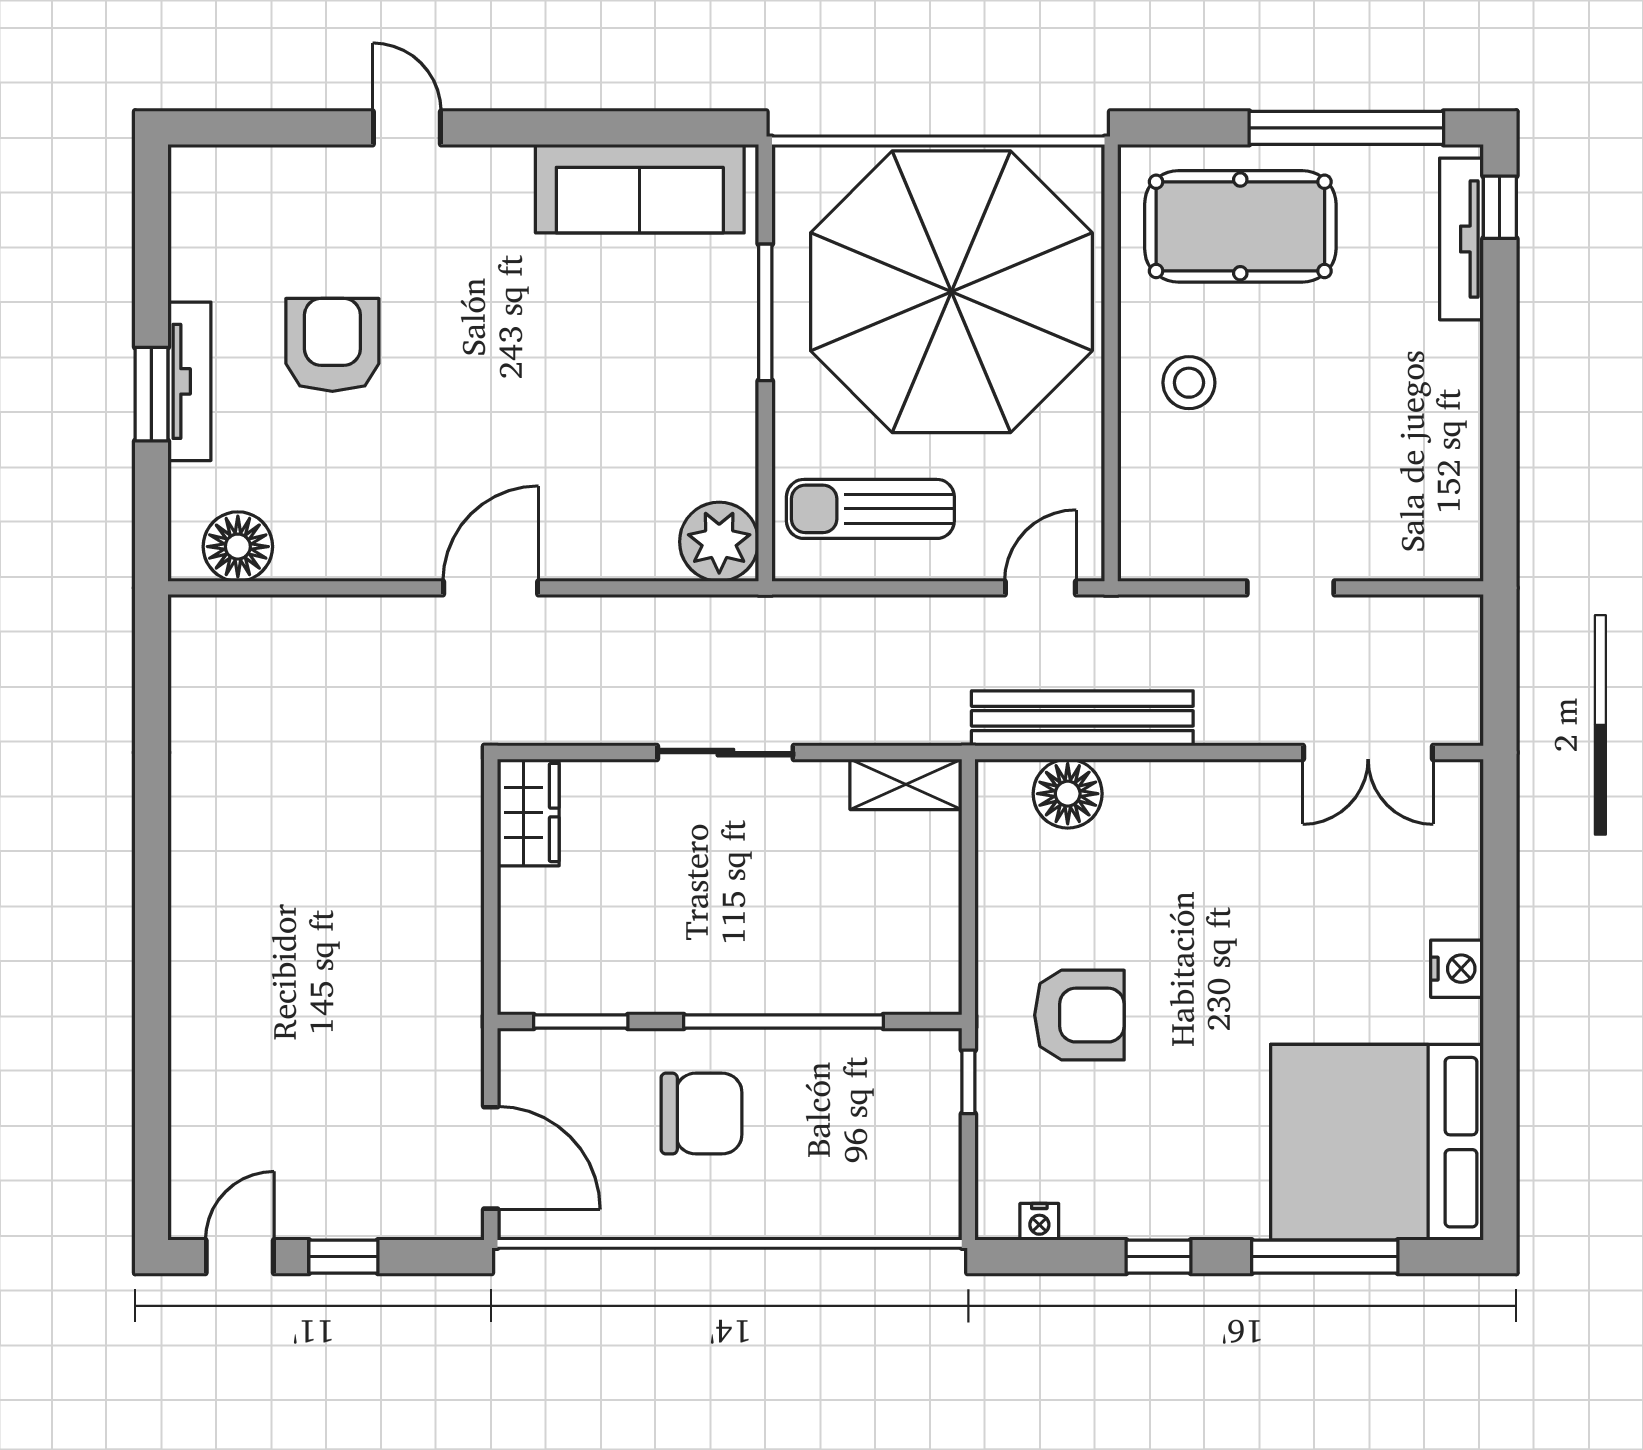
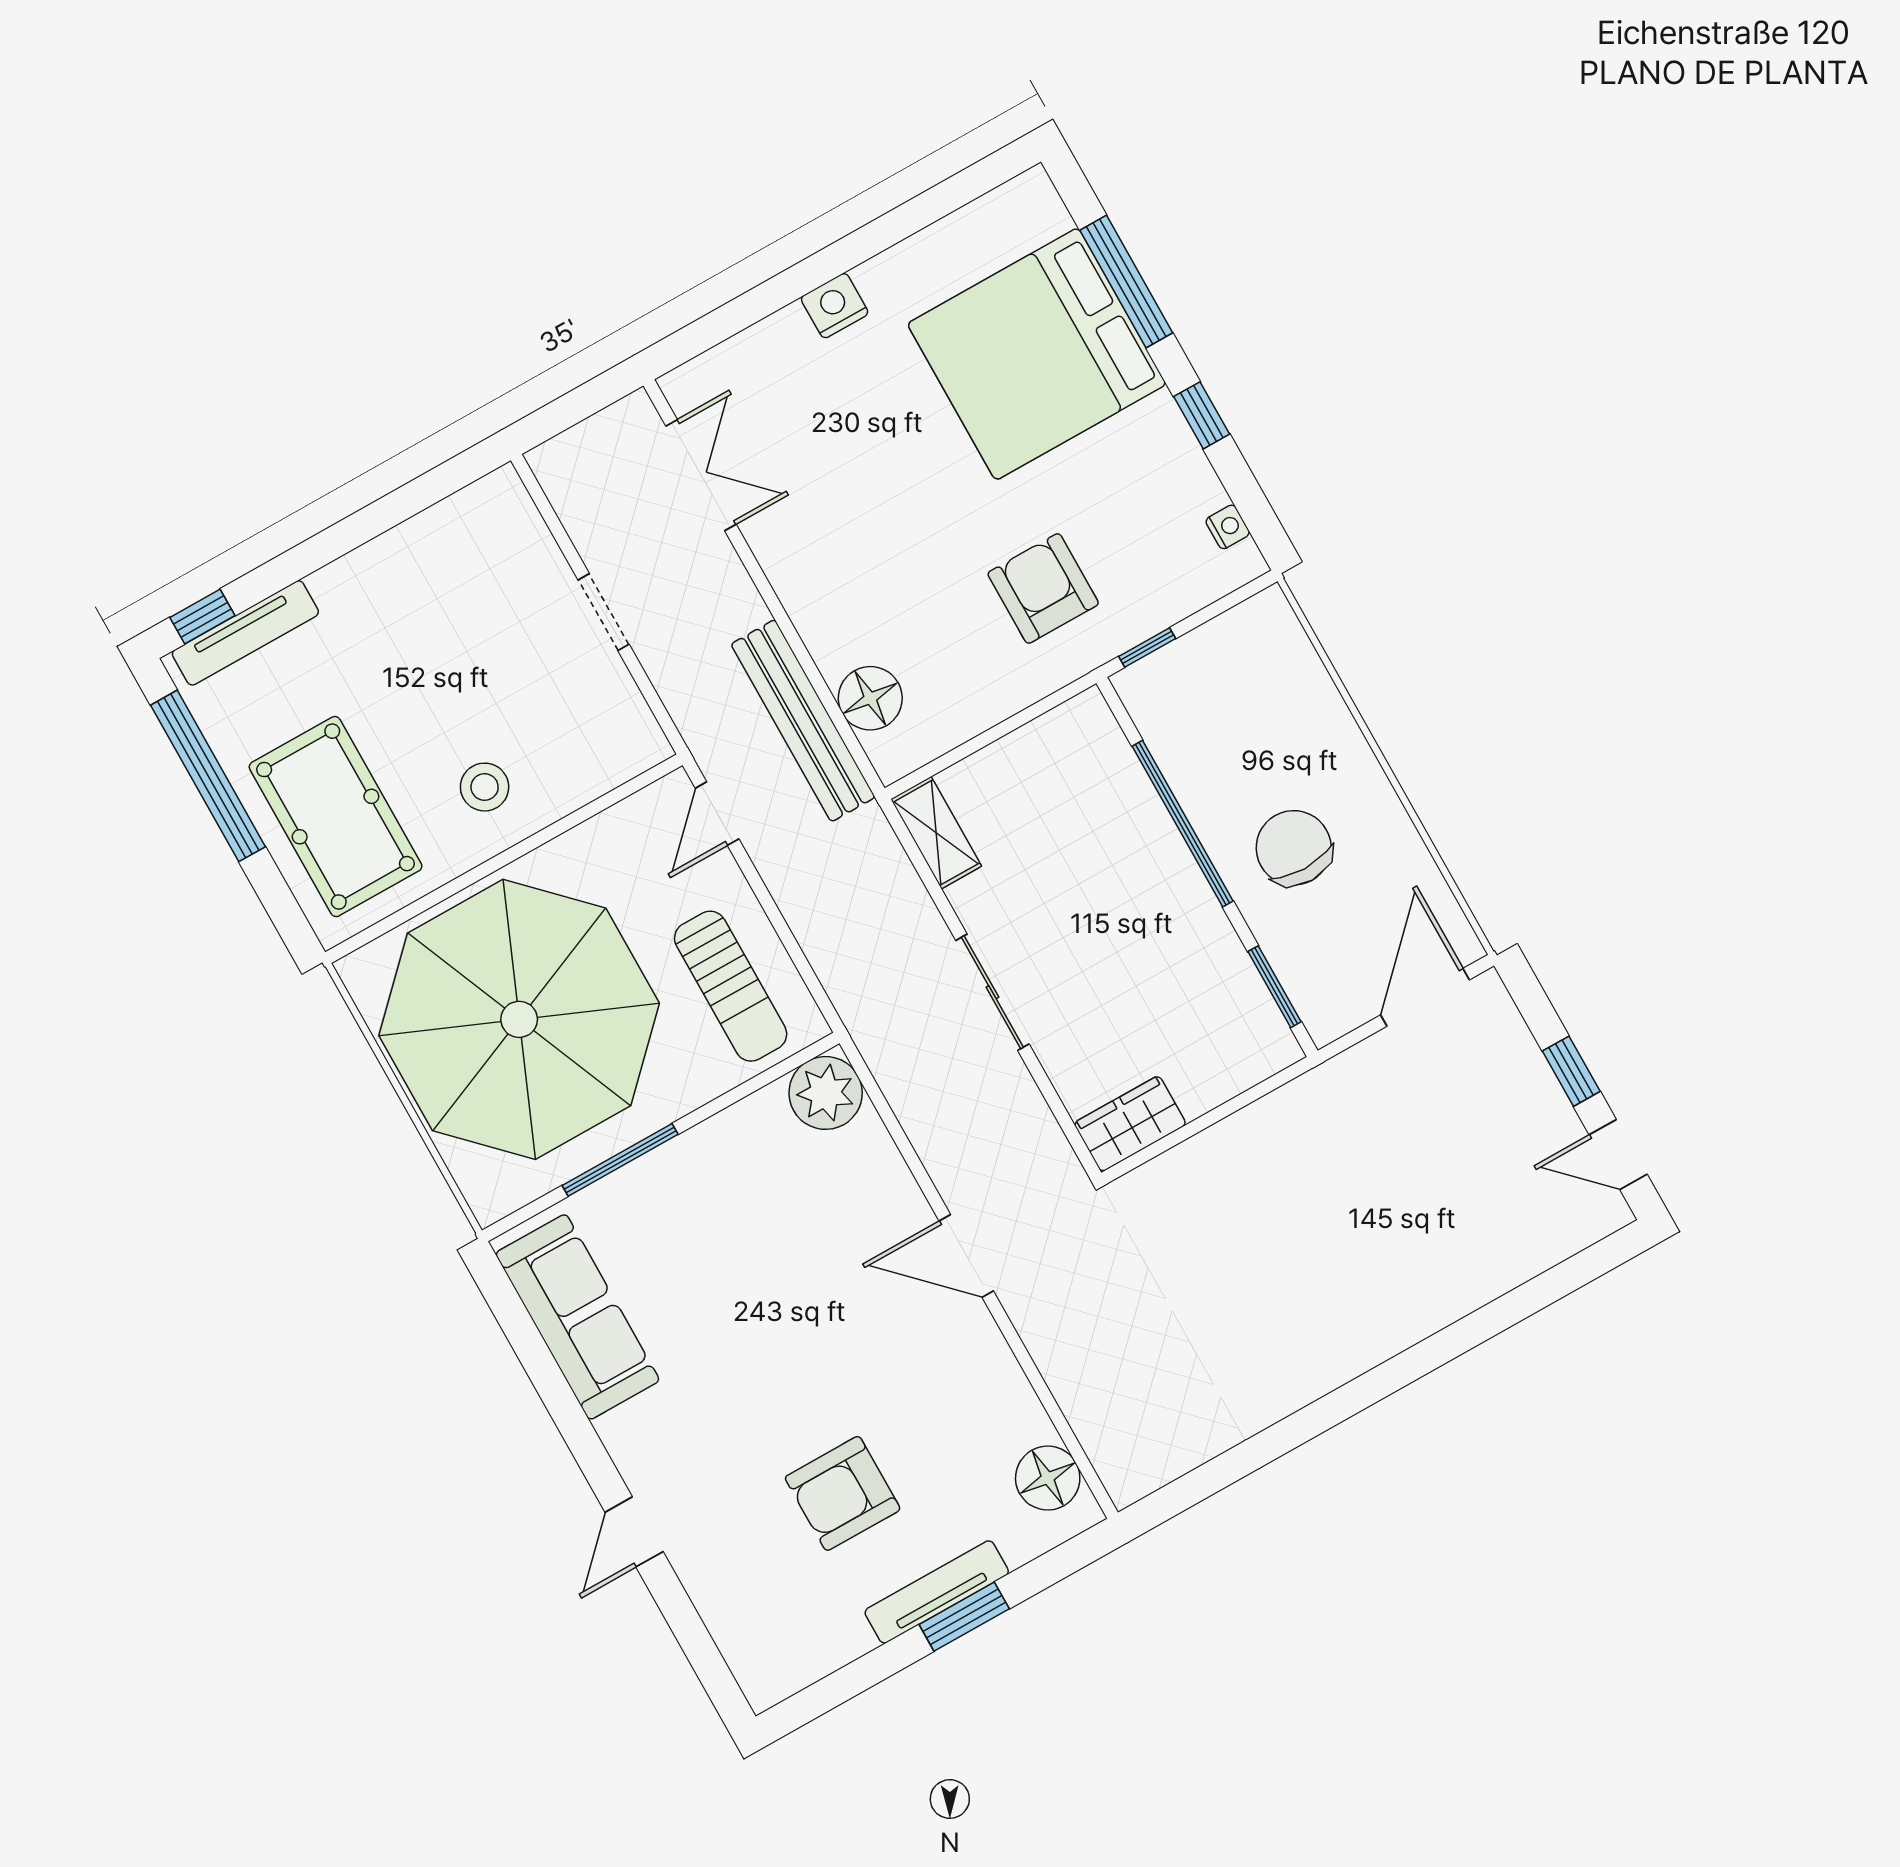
door: (1040, 588) -> (717, 814), hinge flipped
bed: (1377, 1142) -> (1037, 354), moved, turned 90

